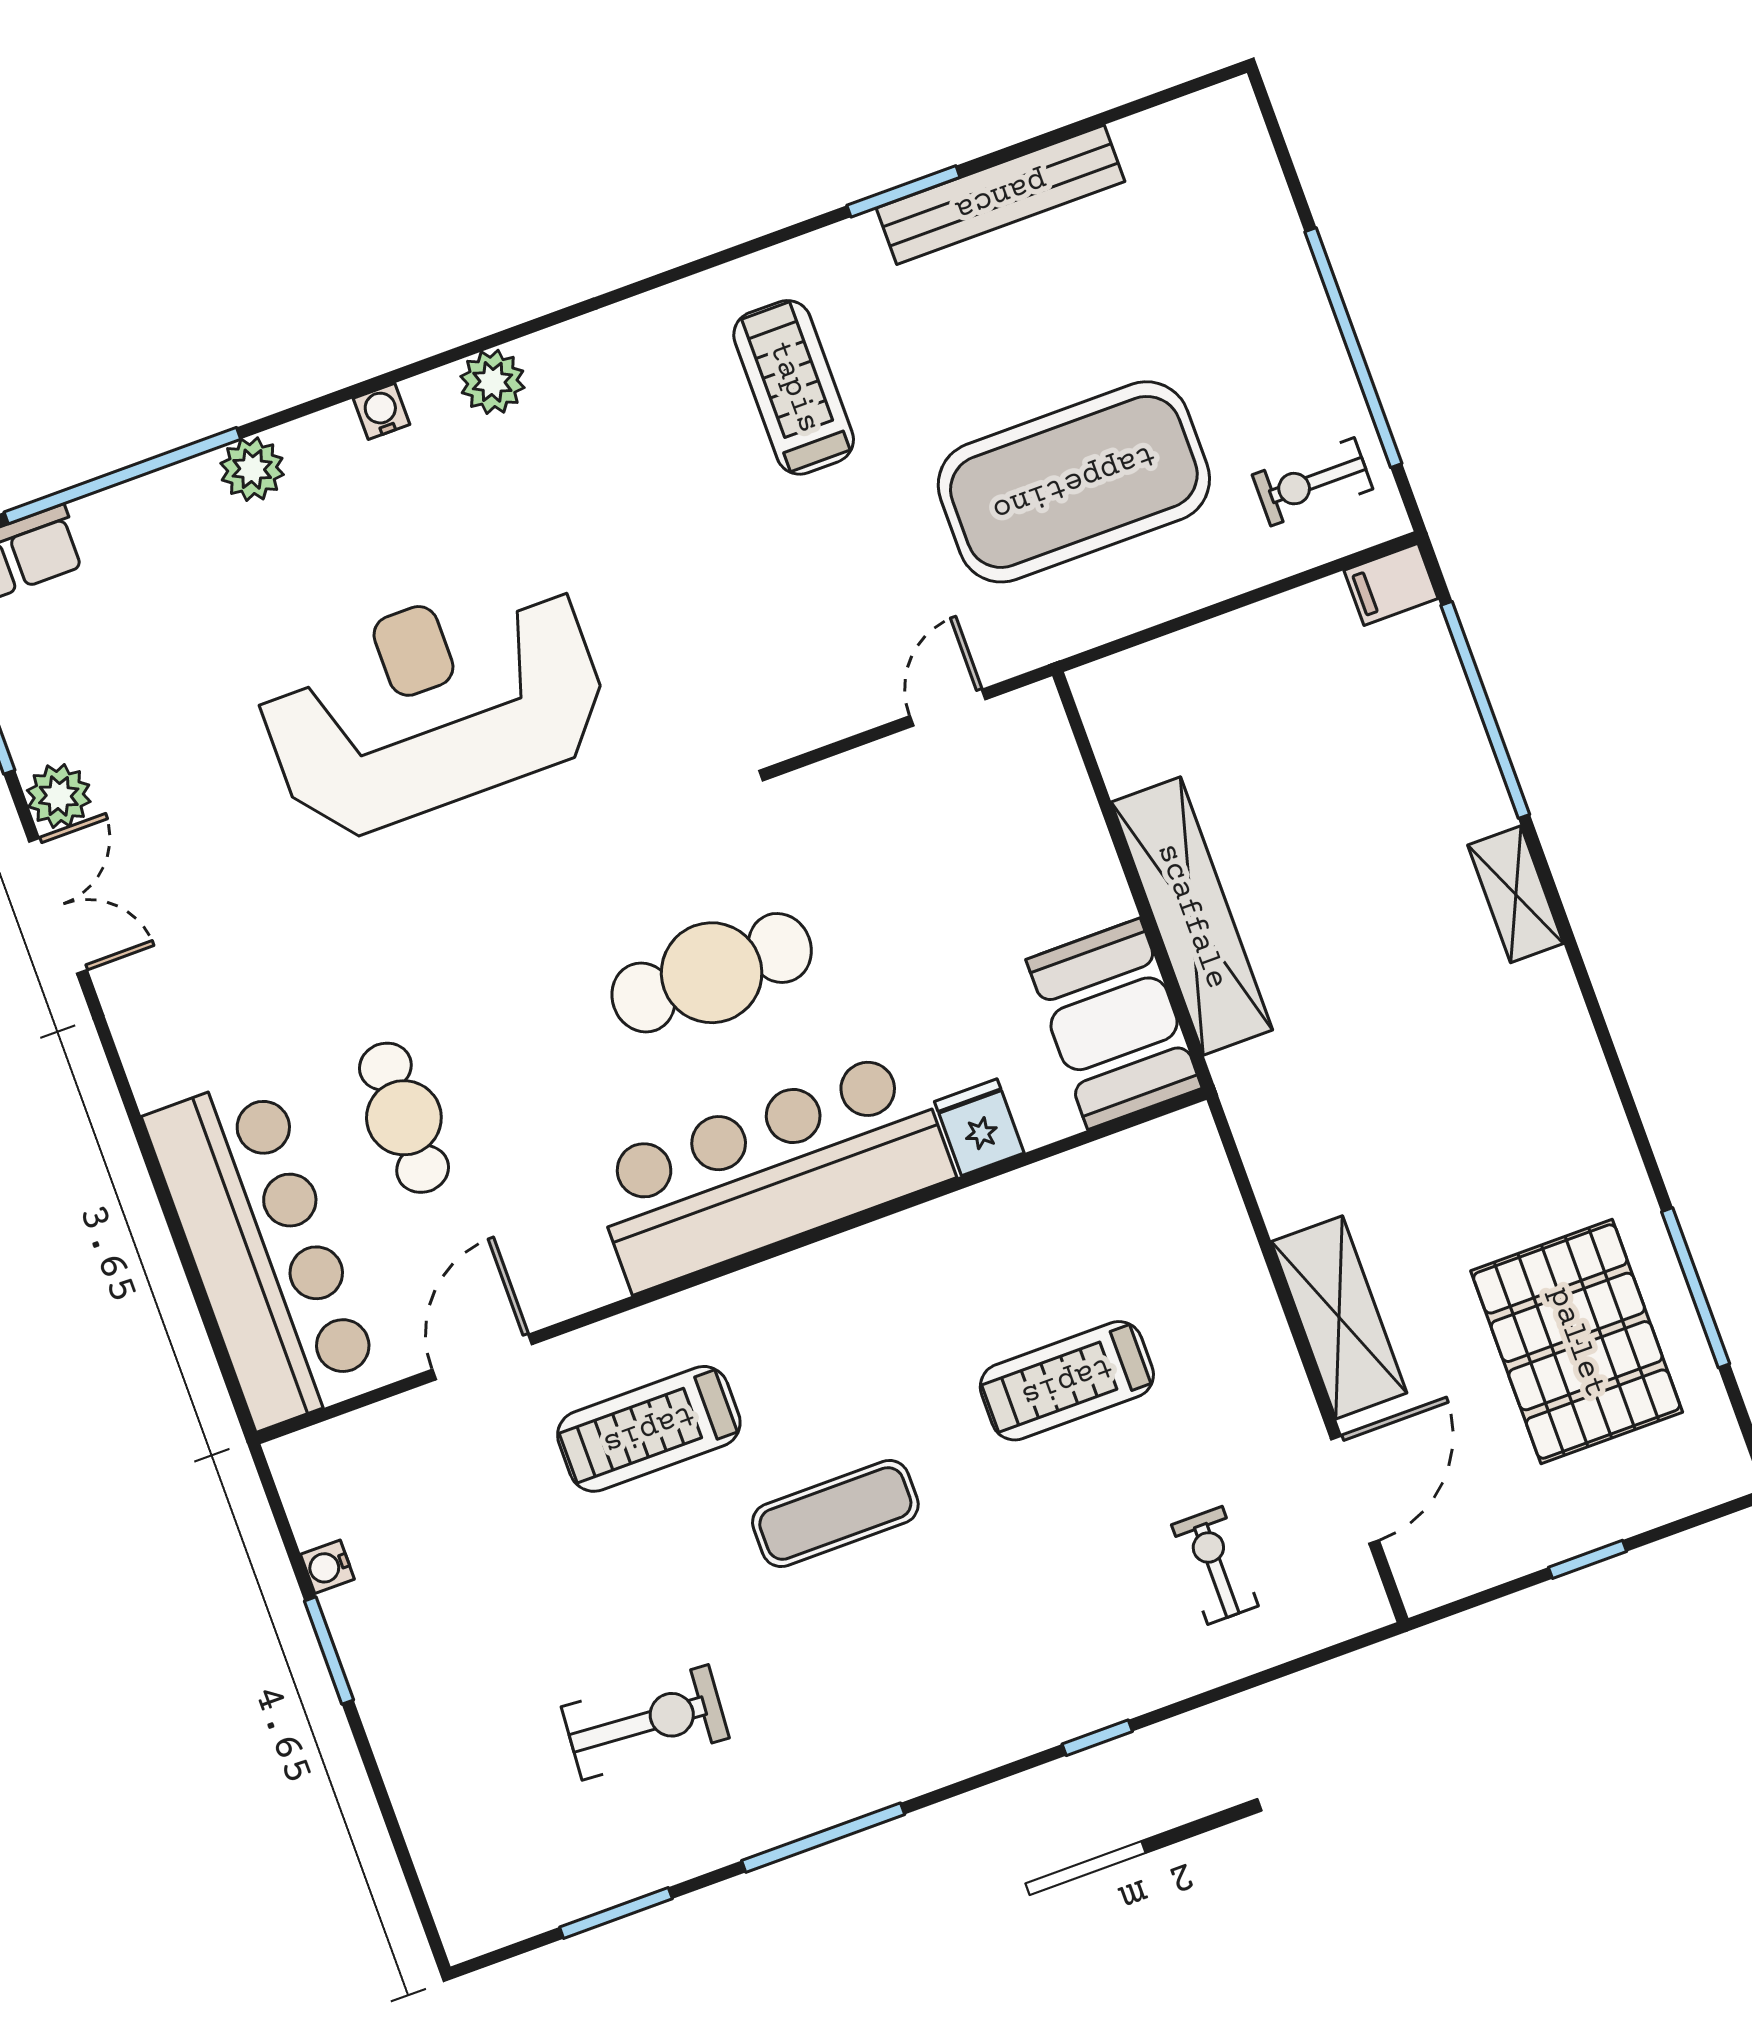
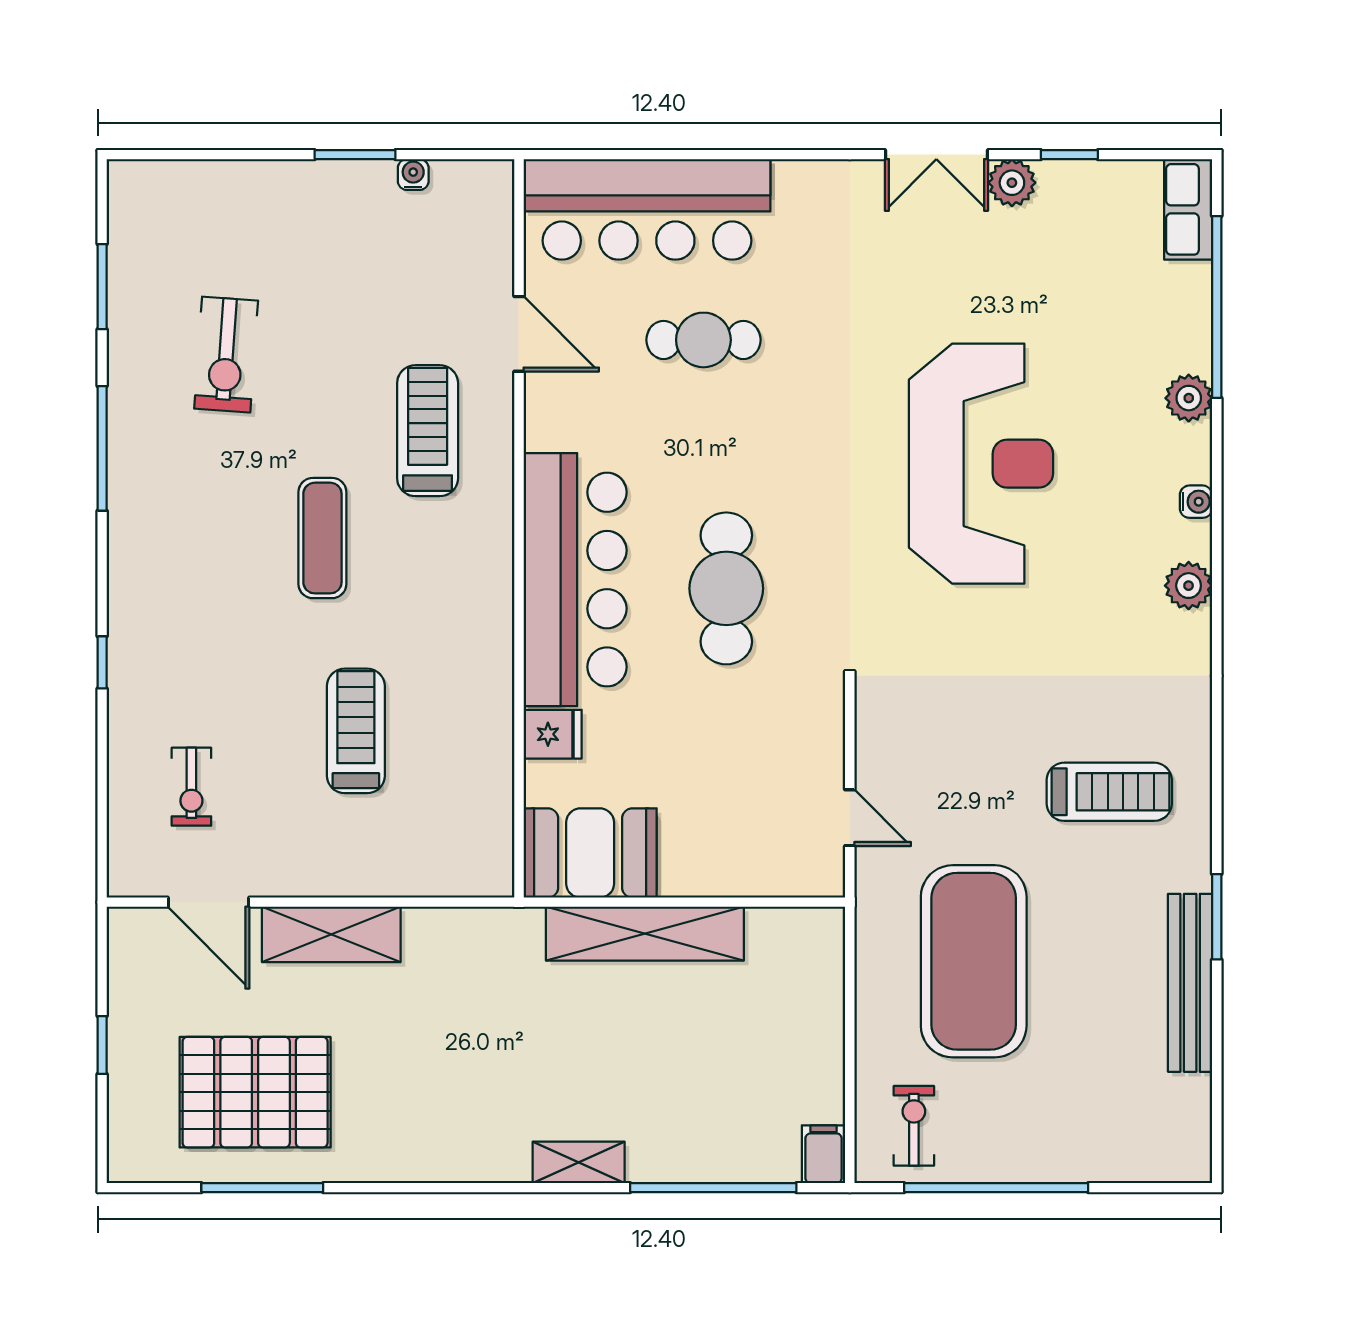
exercise bike: (1215, 1565) -> (191, 787), turned 90

